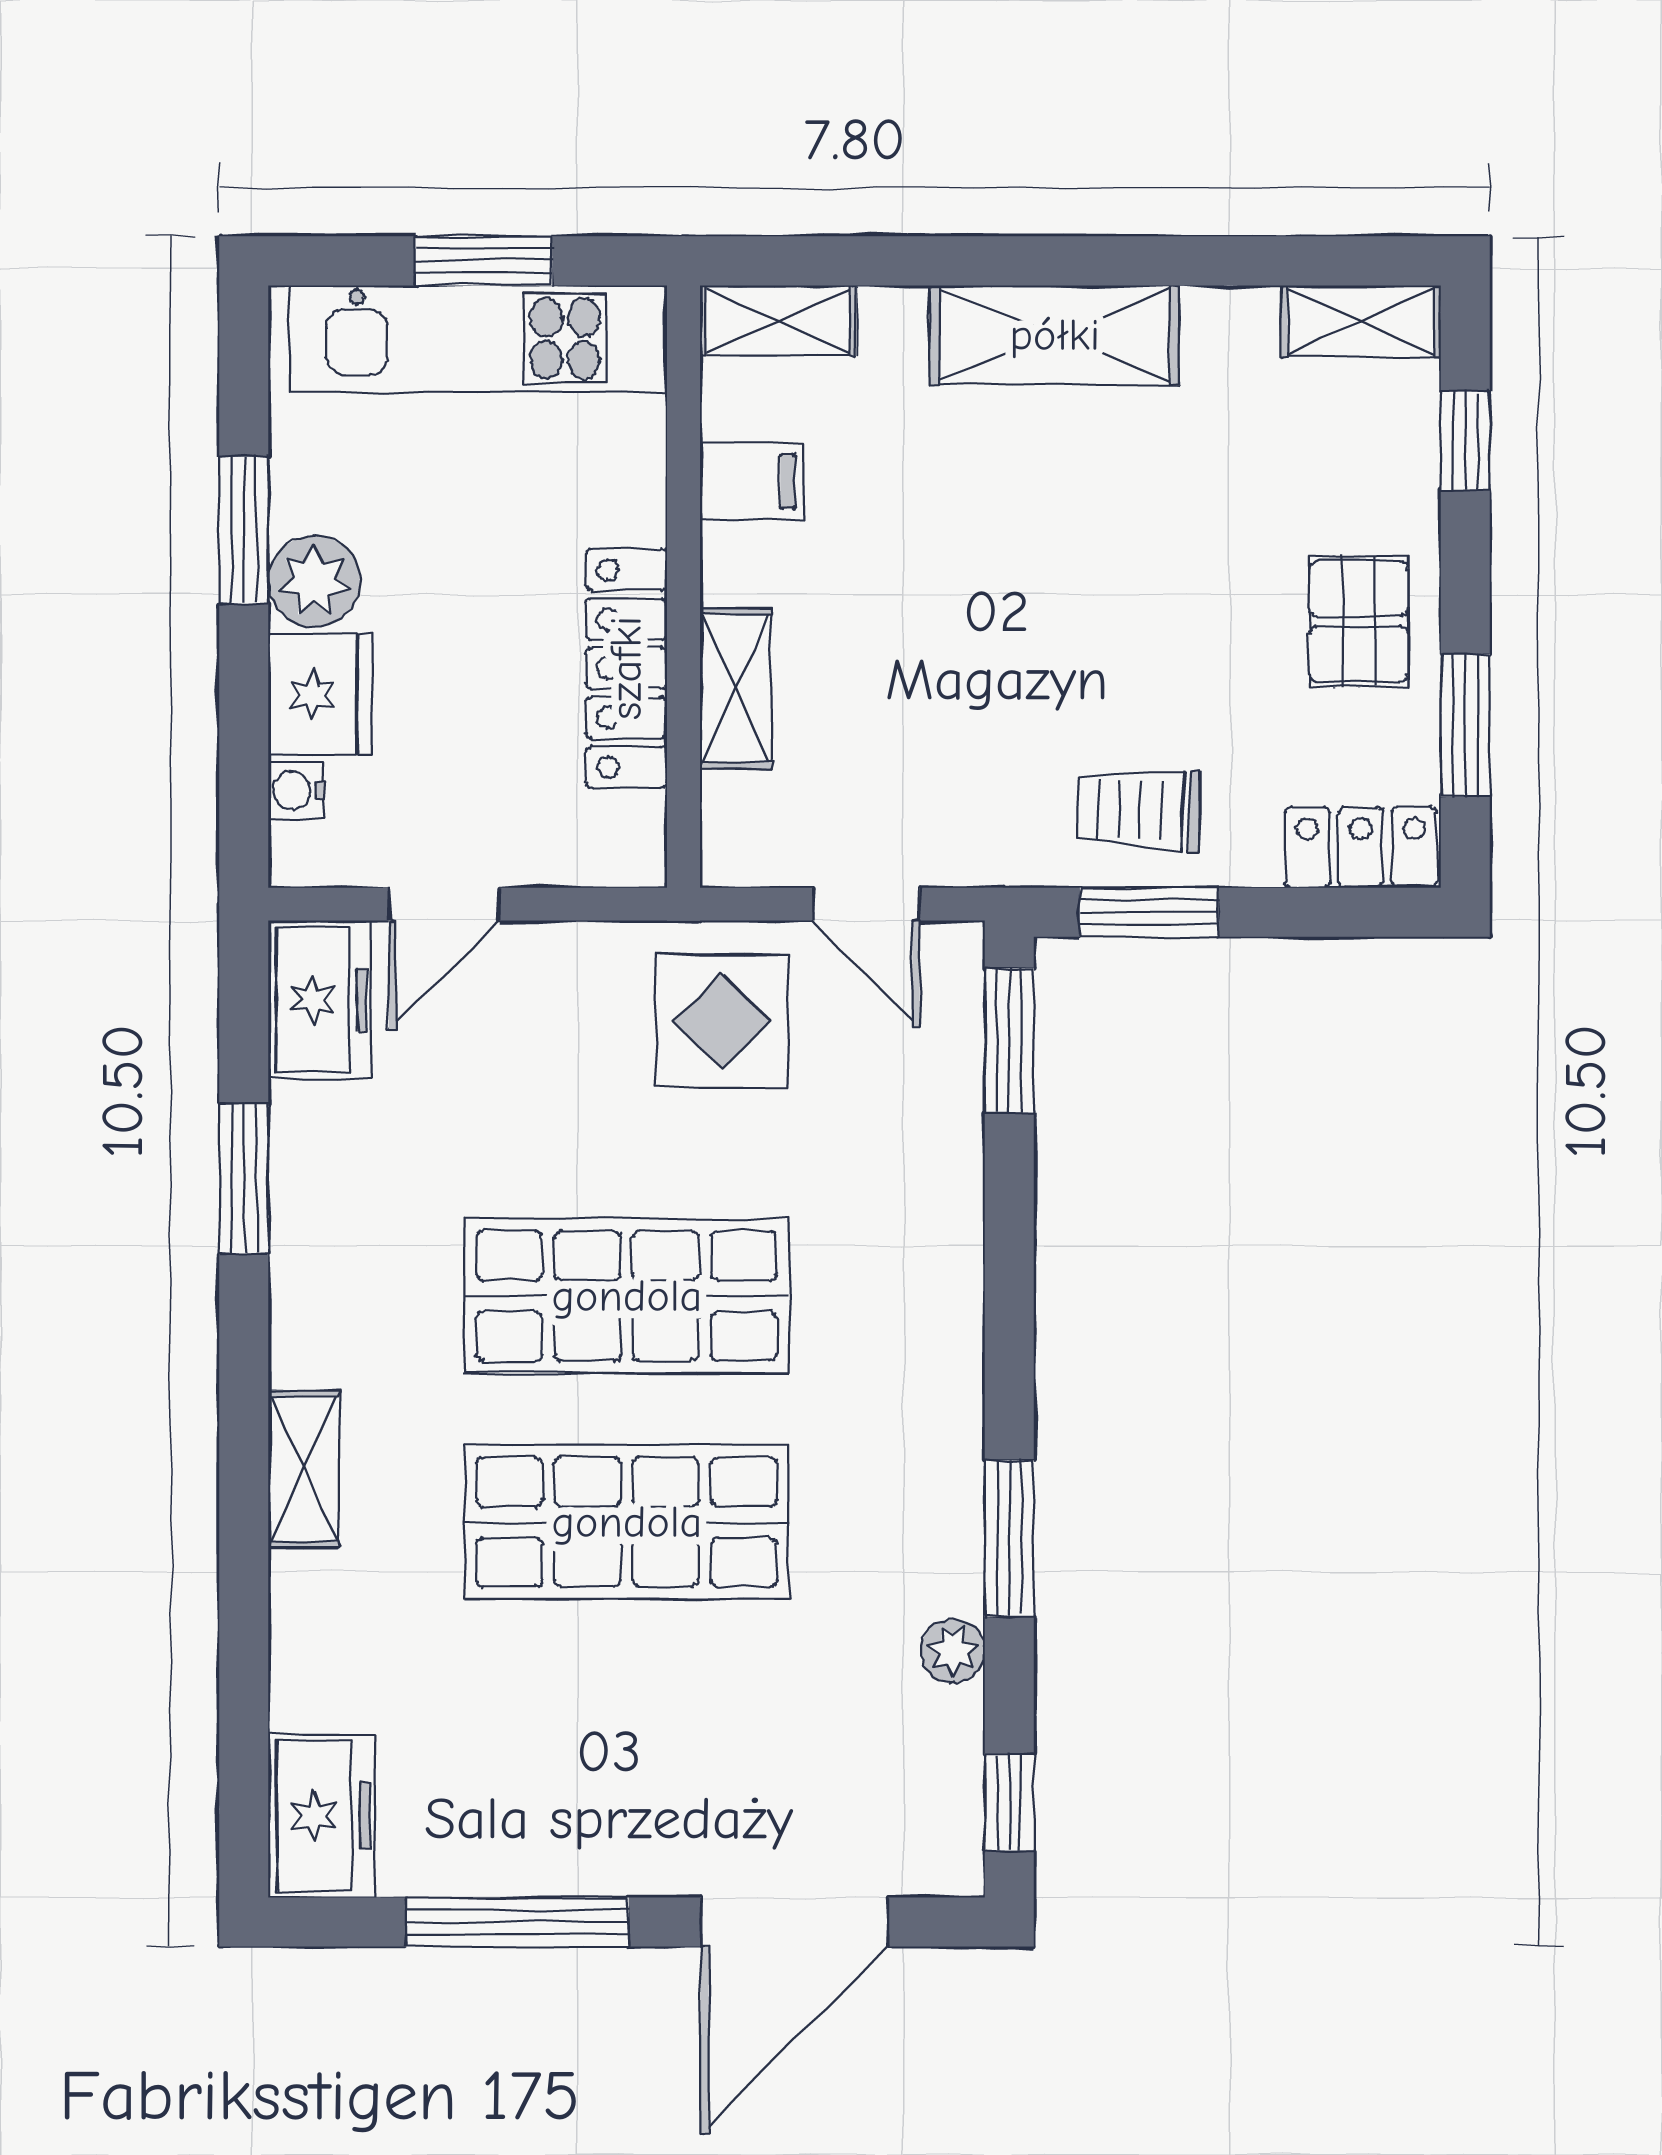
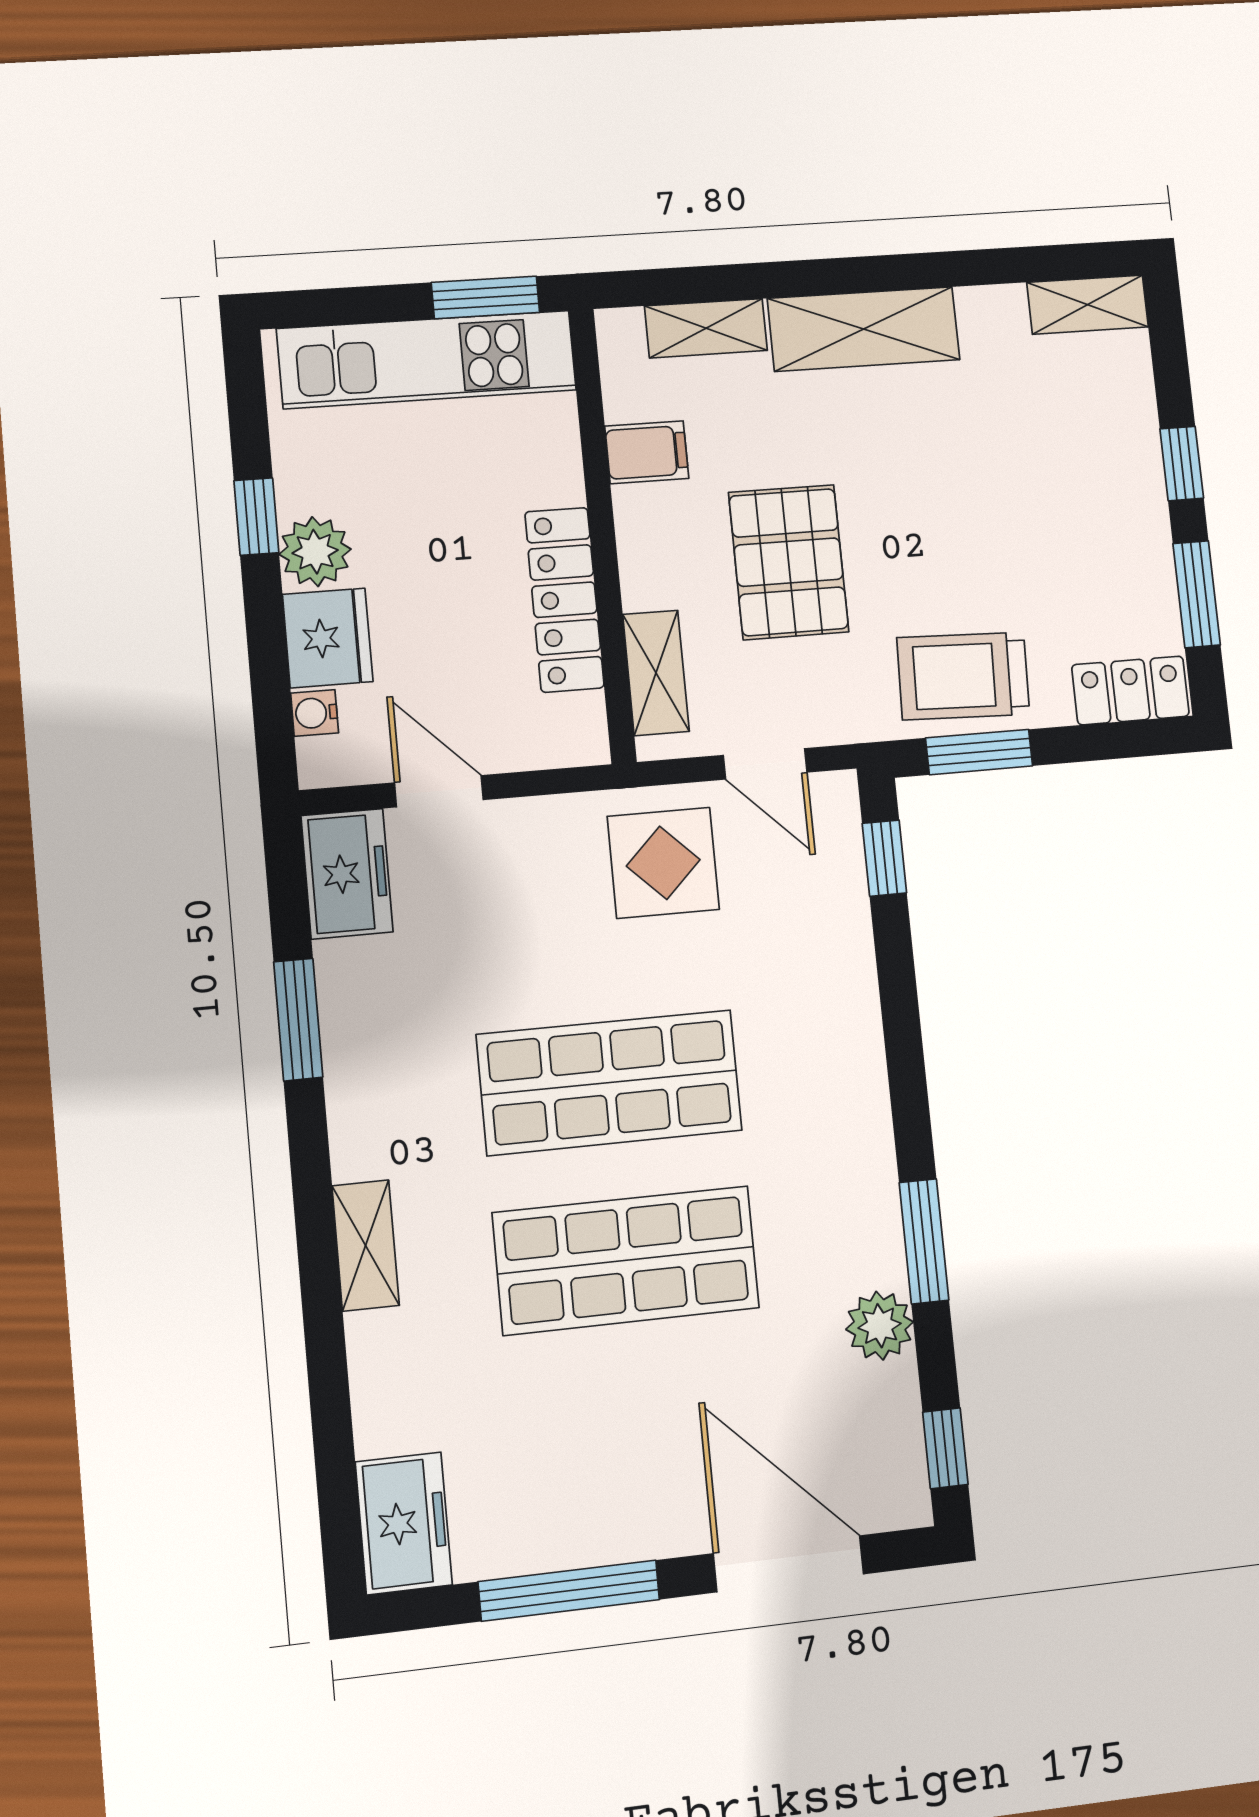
window: (484, 261) -> (486, 297), moved
shelving: (778, 321) -> (706, 328), moved
window: (1465, 441) -> (1182, 464), moved
window: (244, 530) -> (256, 517), width x0.67
pallet: (1359, 621) -> (789, 562), moved, width x1.50, depth x1.42
shelving: (736, 688) -> (656, 673), moved
trolley: (1139, 810) -> (963, 676), width x1.36, depth x1.39
door: (444, 904) -> (439, 791), swing flipped
window: (1009, 1041) -> (884, 858), width x0.67
plant: (953, 1651) -> (880, 1326), width x1.38, depth x1.38
door: (795, 1922) -> (789, 1564), swing flipped

